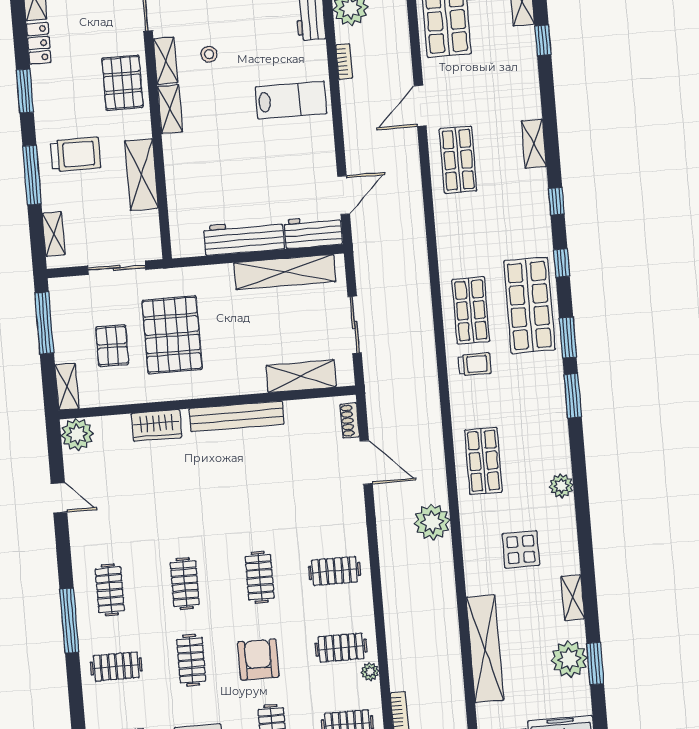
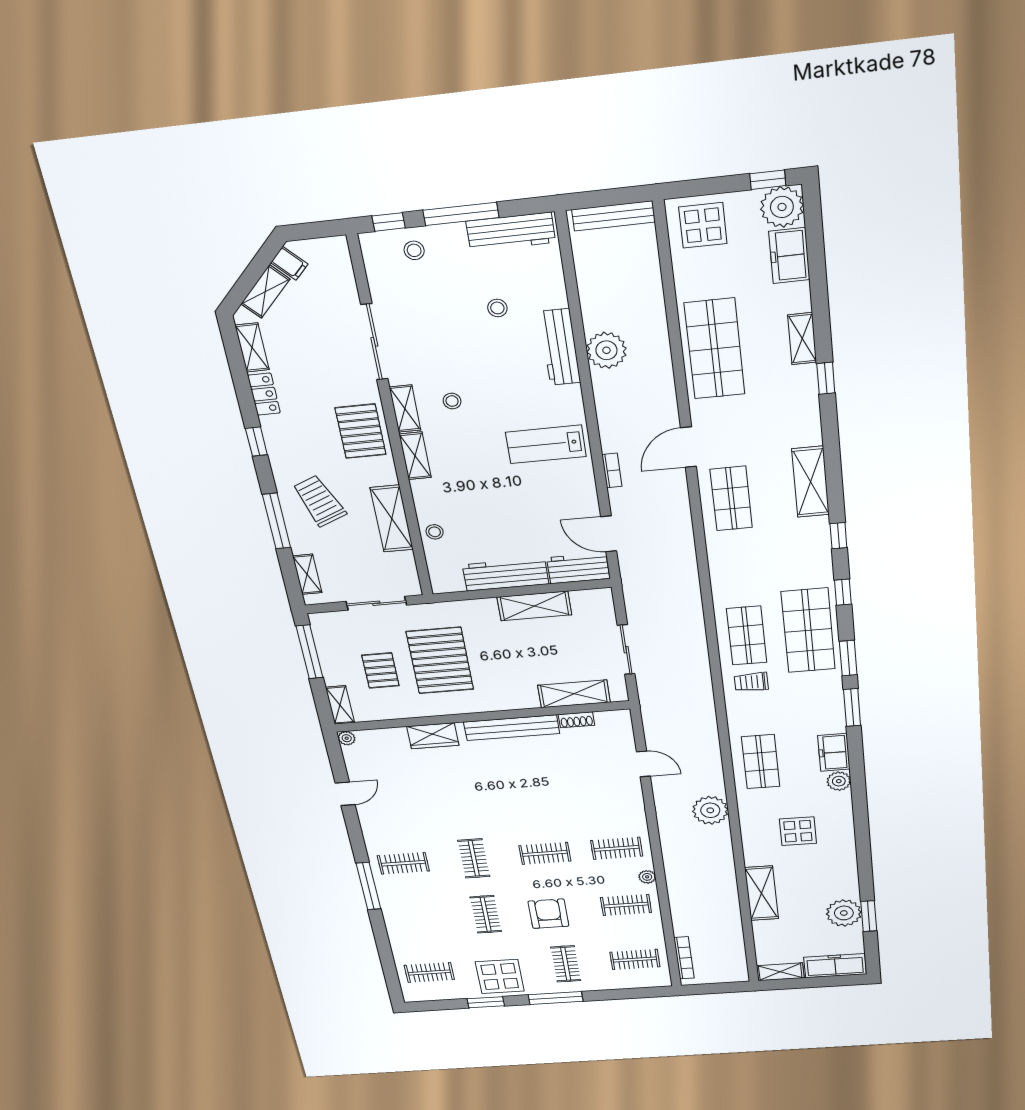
bookcase: (344, 62) -> (612, 470), moved
window: (25, 91) -> (256, 442), width x0.67
lab bench: (291, 100) -> (546, 444), turned 180
shelving: (534, 144) -> (811, 482), width x1.50, depth x1.33
trolley: (75, 154) -> (319, 501), turned -112
stool: (180, 190) -> (435, 532), added
door: (344, 195) -> (609, 534), swing flipped
shelving: (285, 272) -> (534, 606), width x0.68
trolley: (475, 364) -> (751, 682), turned 180
shoe rack: (350, 421) -> (576, 720), moved, turned -90
plant: (77, 434) -> (347, 738), width x0.53, depth x0.53
freezer: (556, 450) -> (834, 752), added
door: (366, 462) -> (643, 764), width x0.73
door: (59, 498) -> (345, 794), hinge flipped
clothes rail: (260, 577) -> (545, 853), turned 90
clothes rail: (110, 590) -> (403, 863), turned 90
shelving: (573, 598) -> (848, 867), removed
shelving: (485, 649) -> (762, 893), width x0.68
clothes rail: (116, 667) -> (417, 919), removed
plant: (370, 672) -> (647, 877), moved

